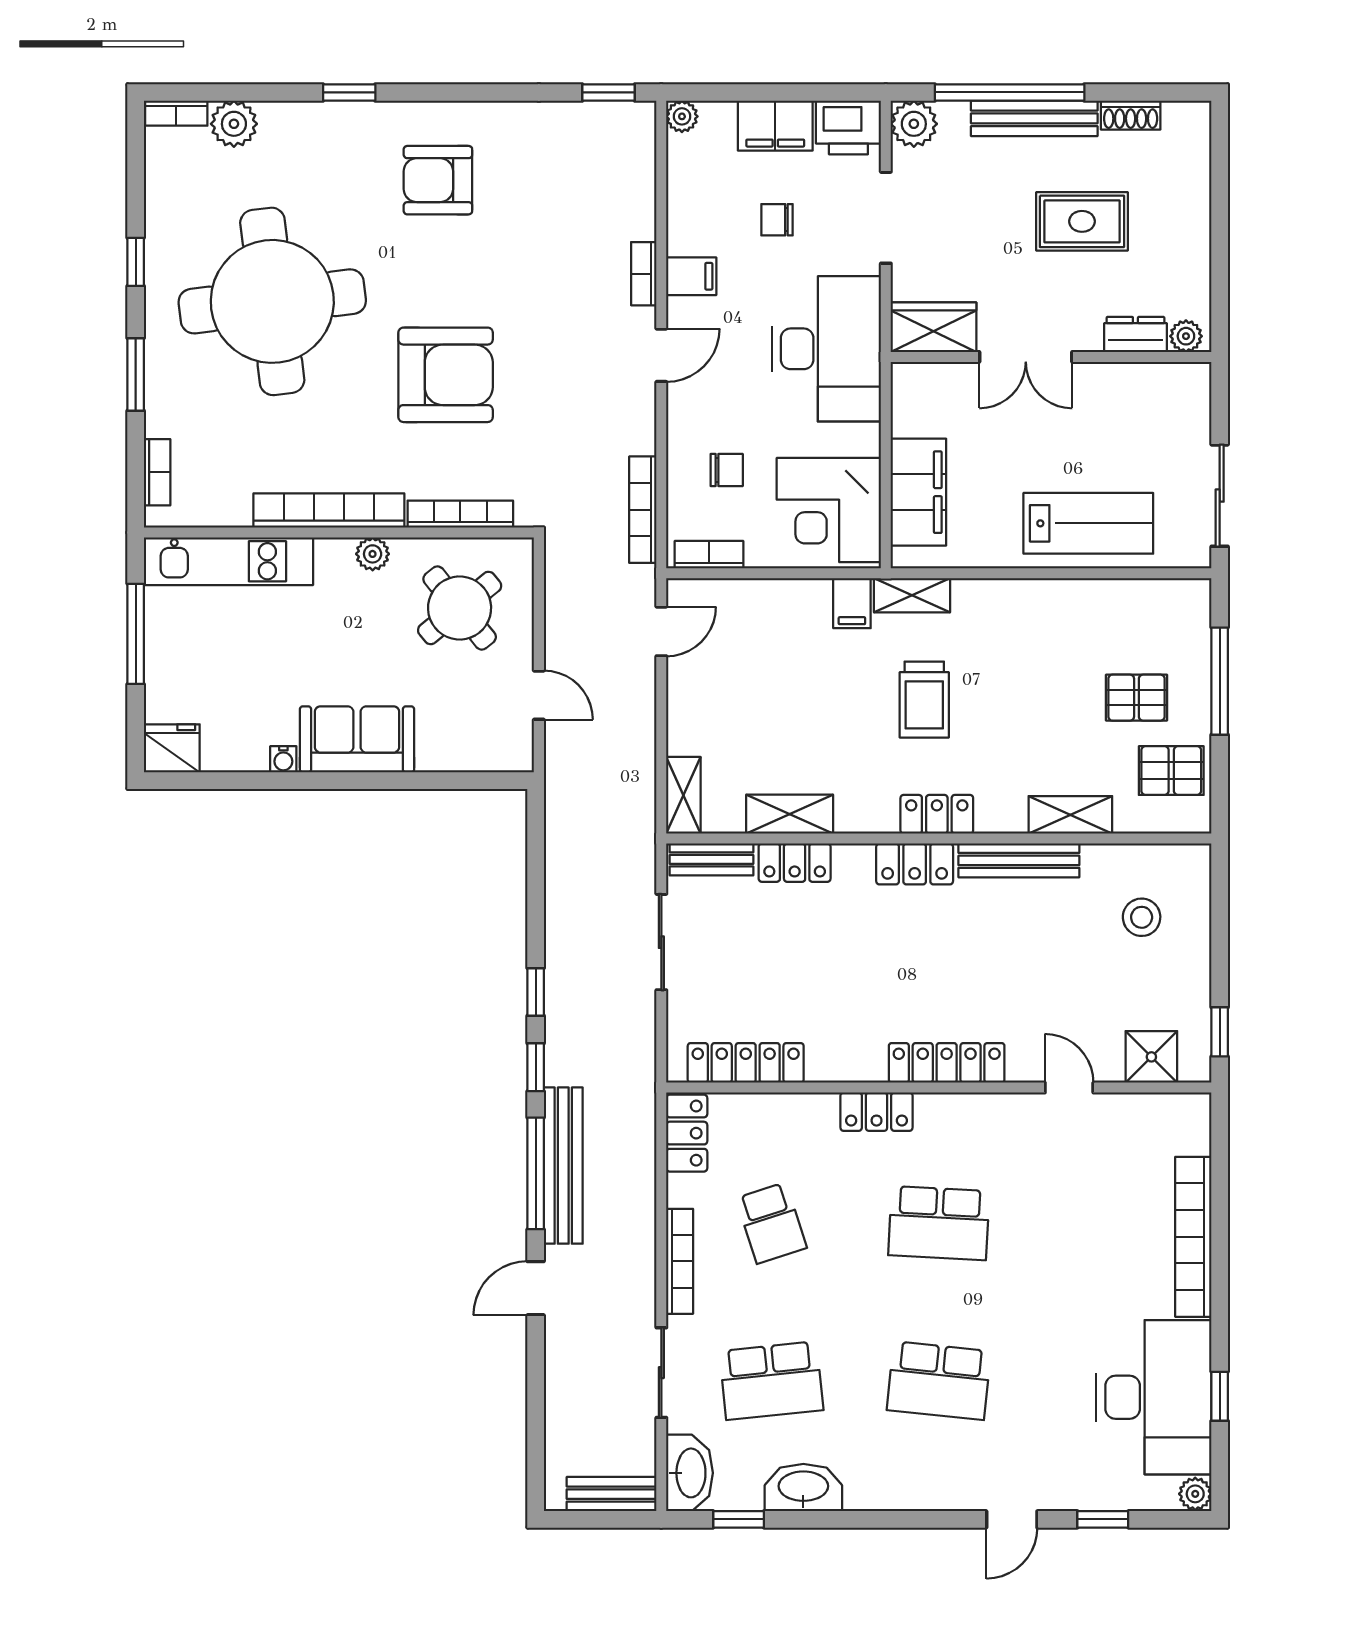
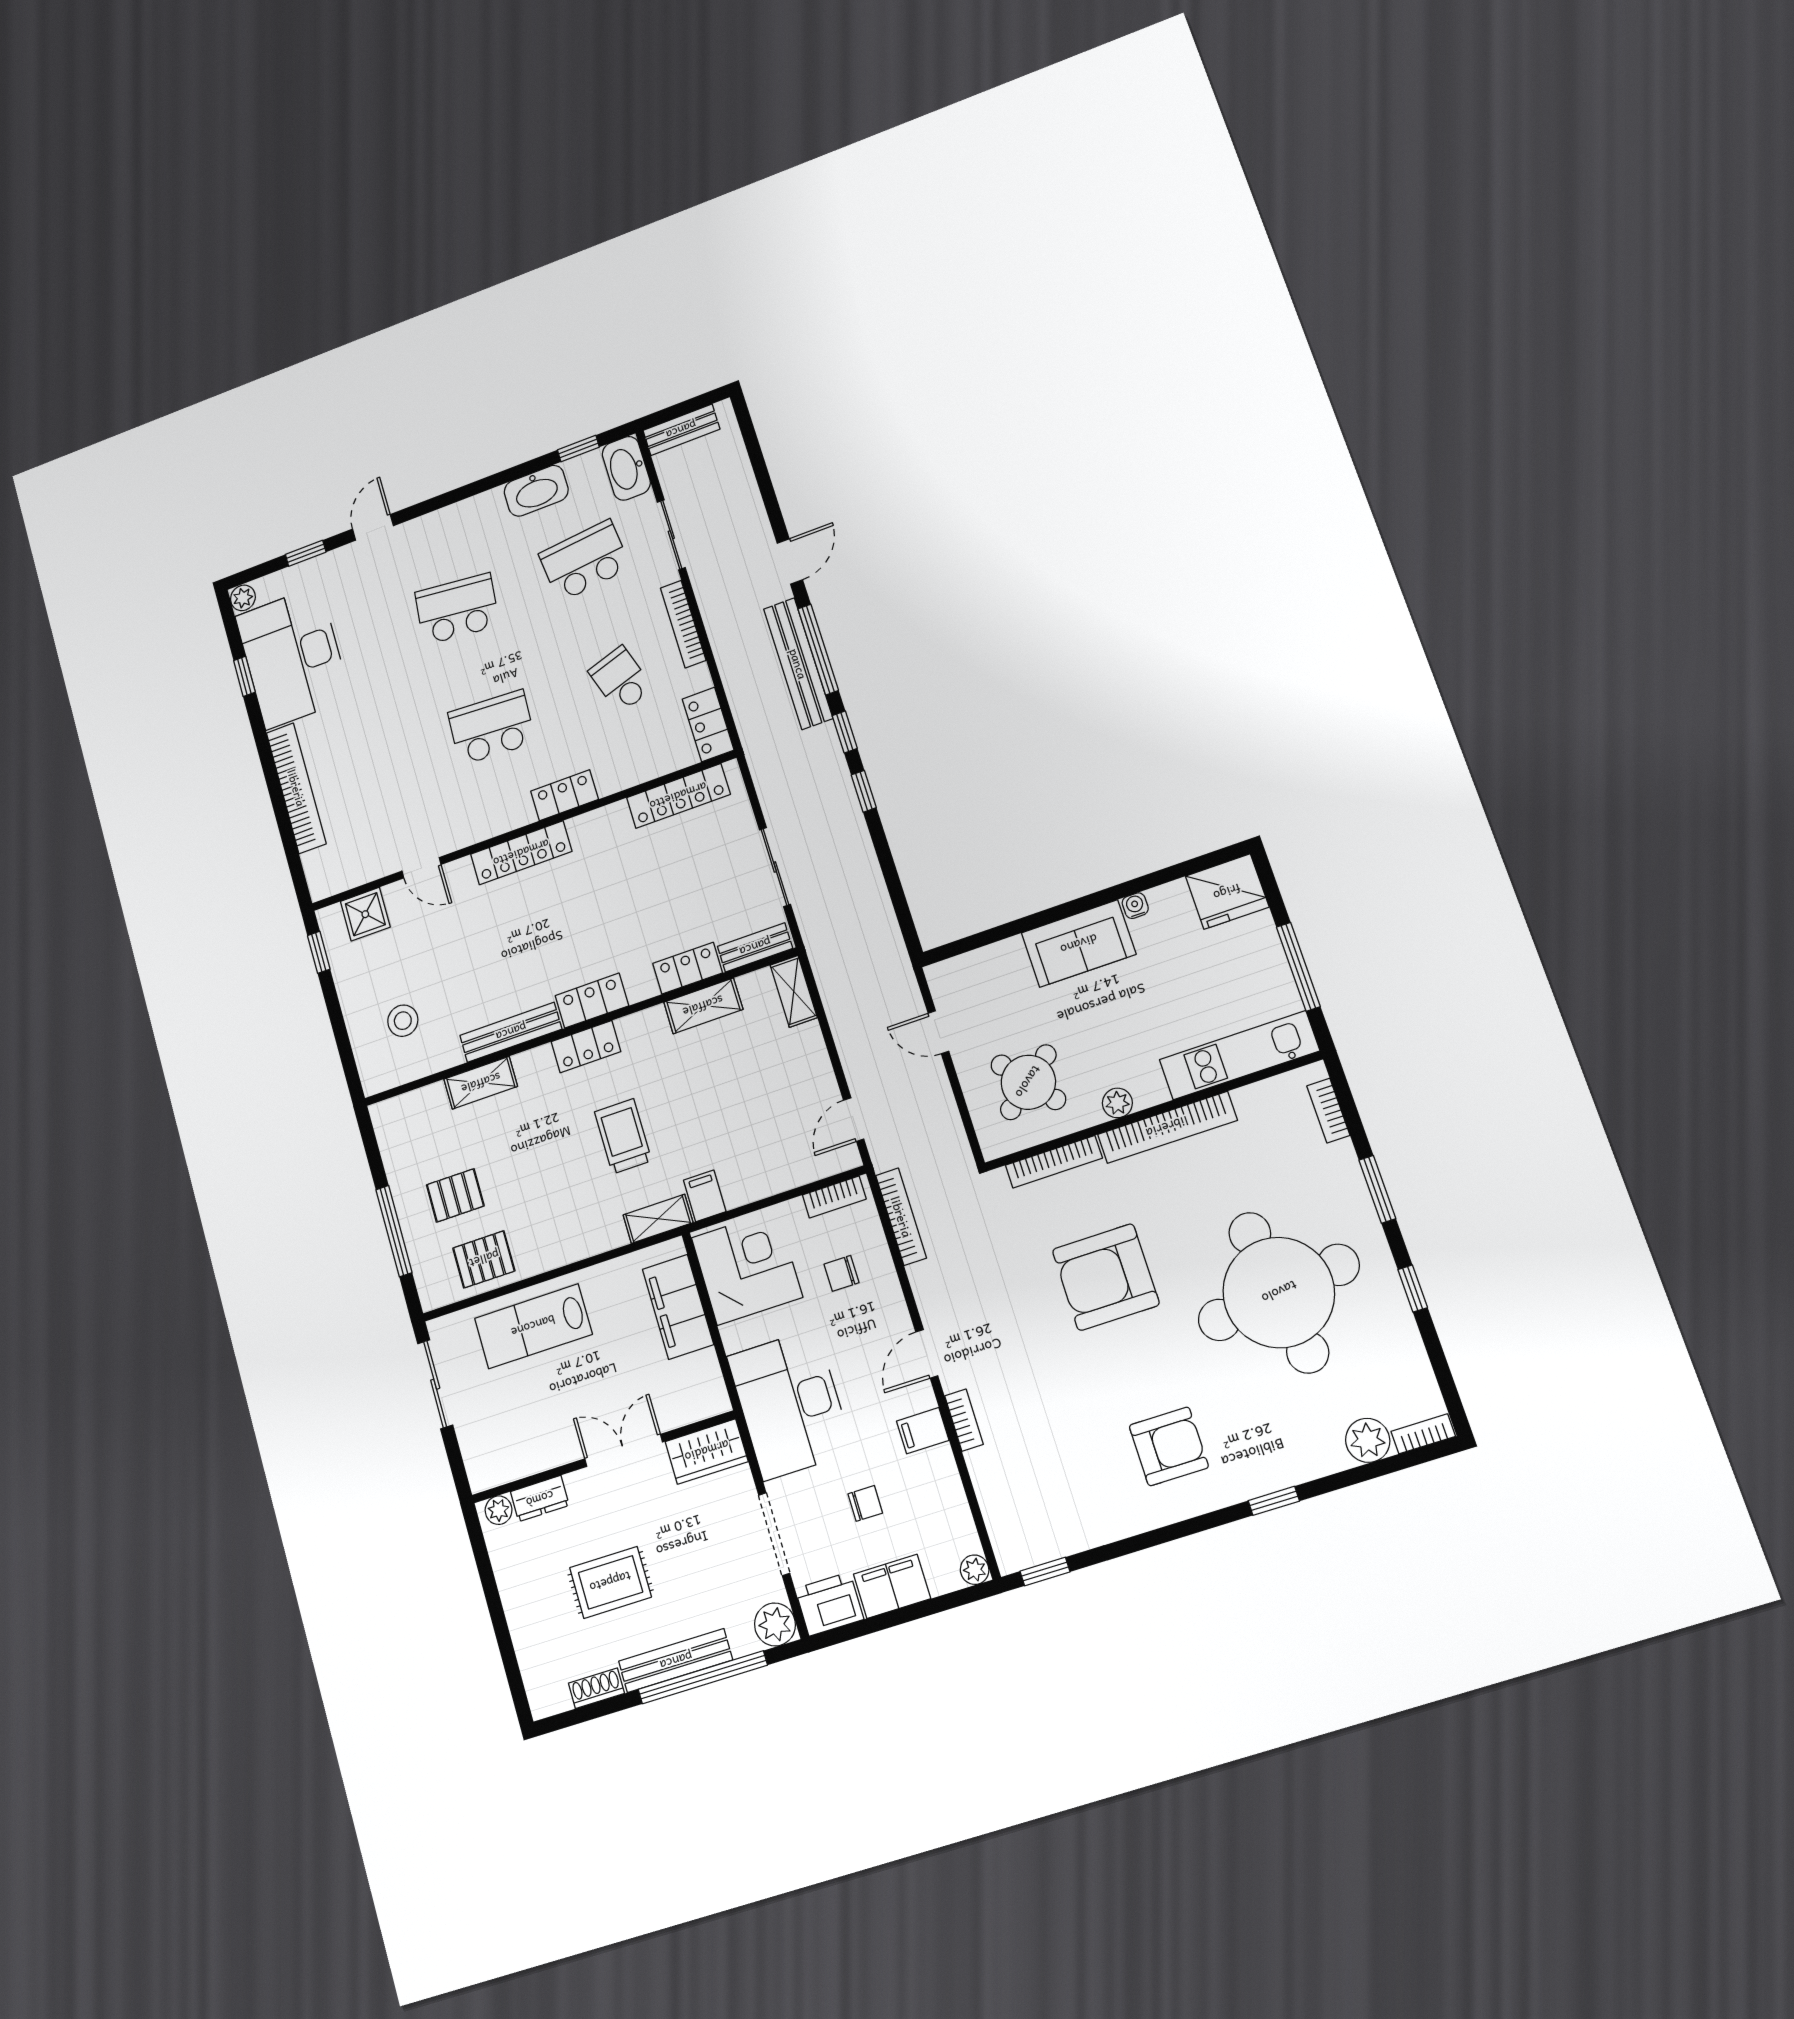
fridge: (172, 748) -> (1227, 892), width x1.36, depth x1.34
pallet: (1171, 771) -> (484, 1259), moved

